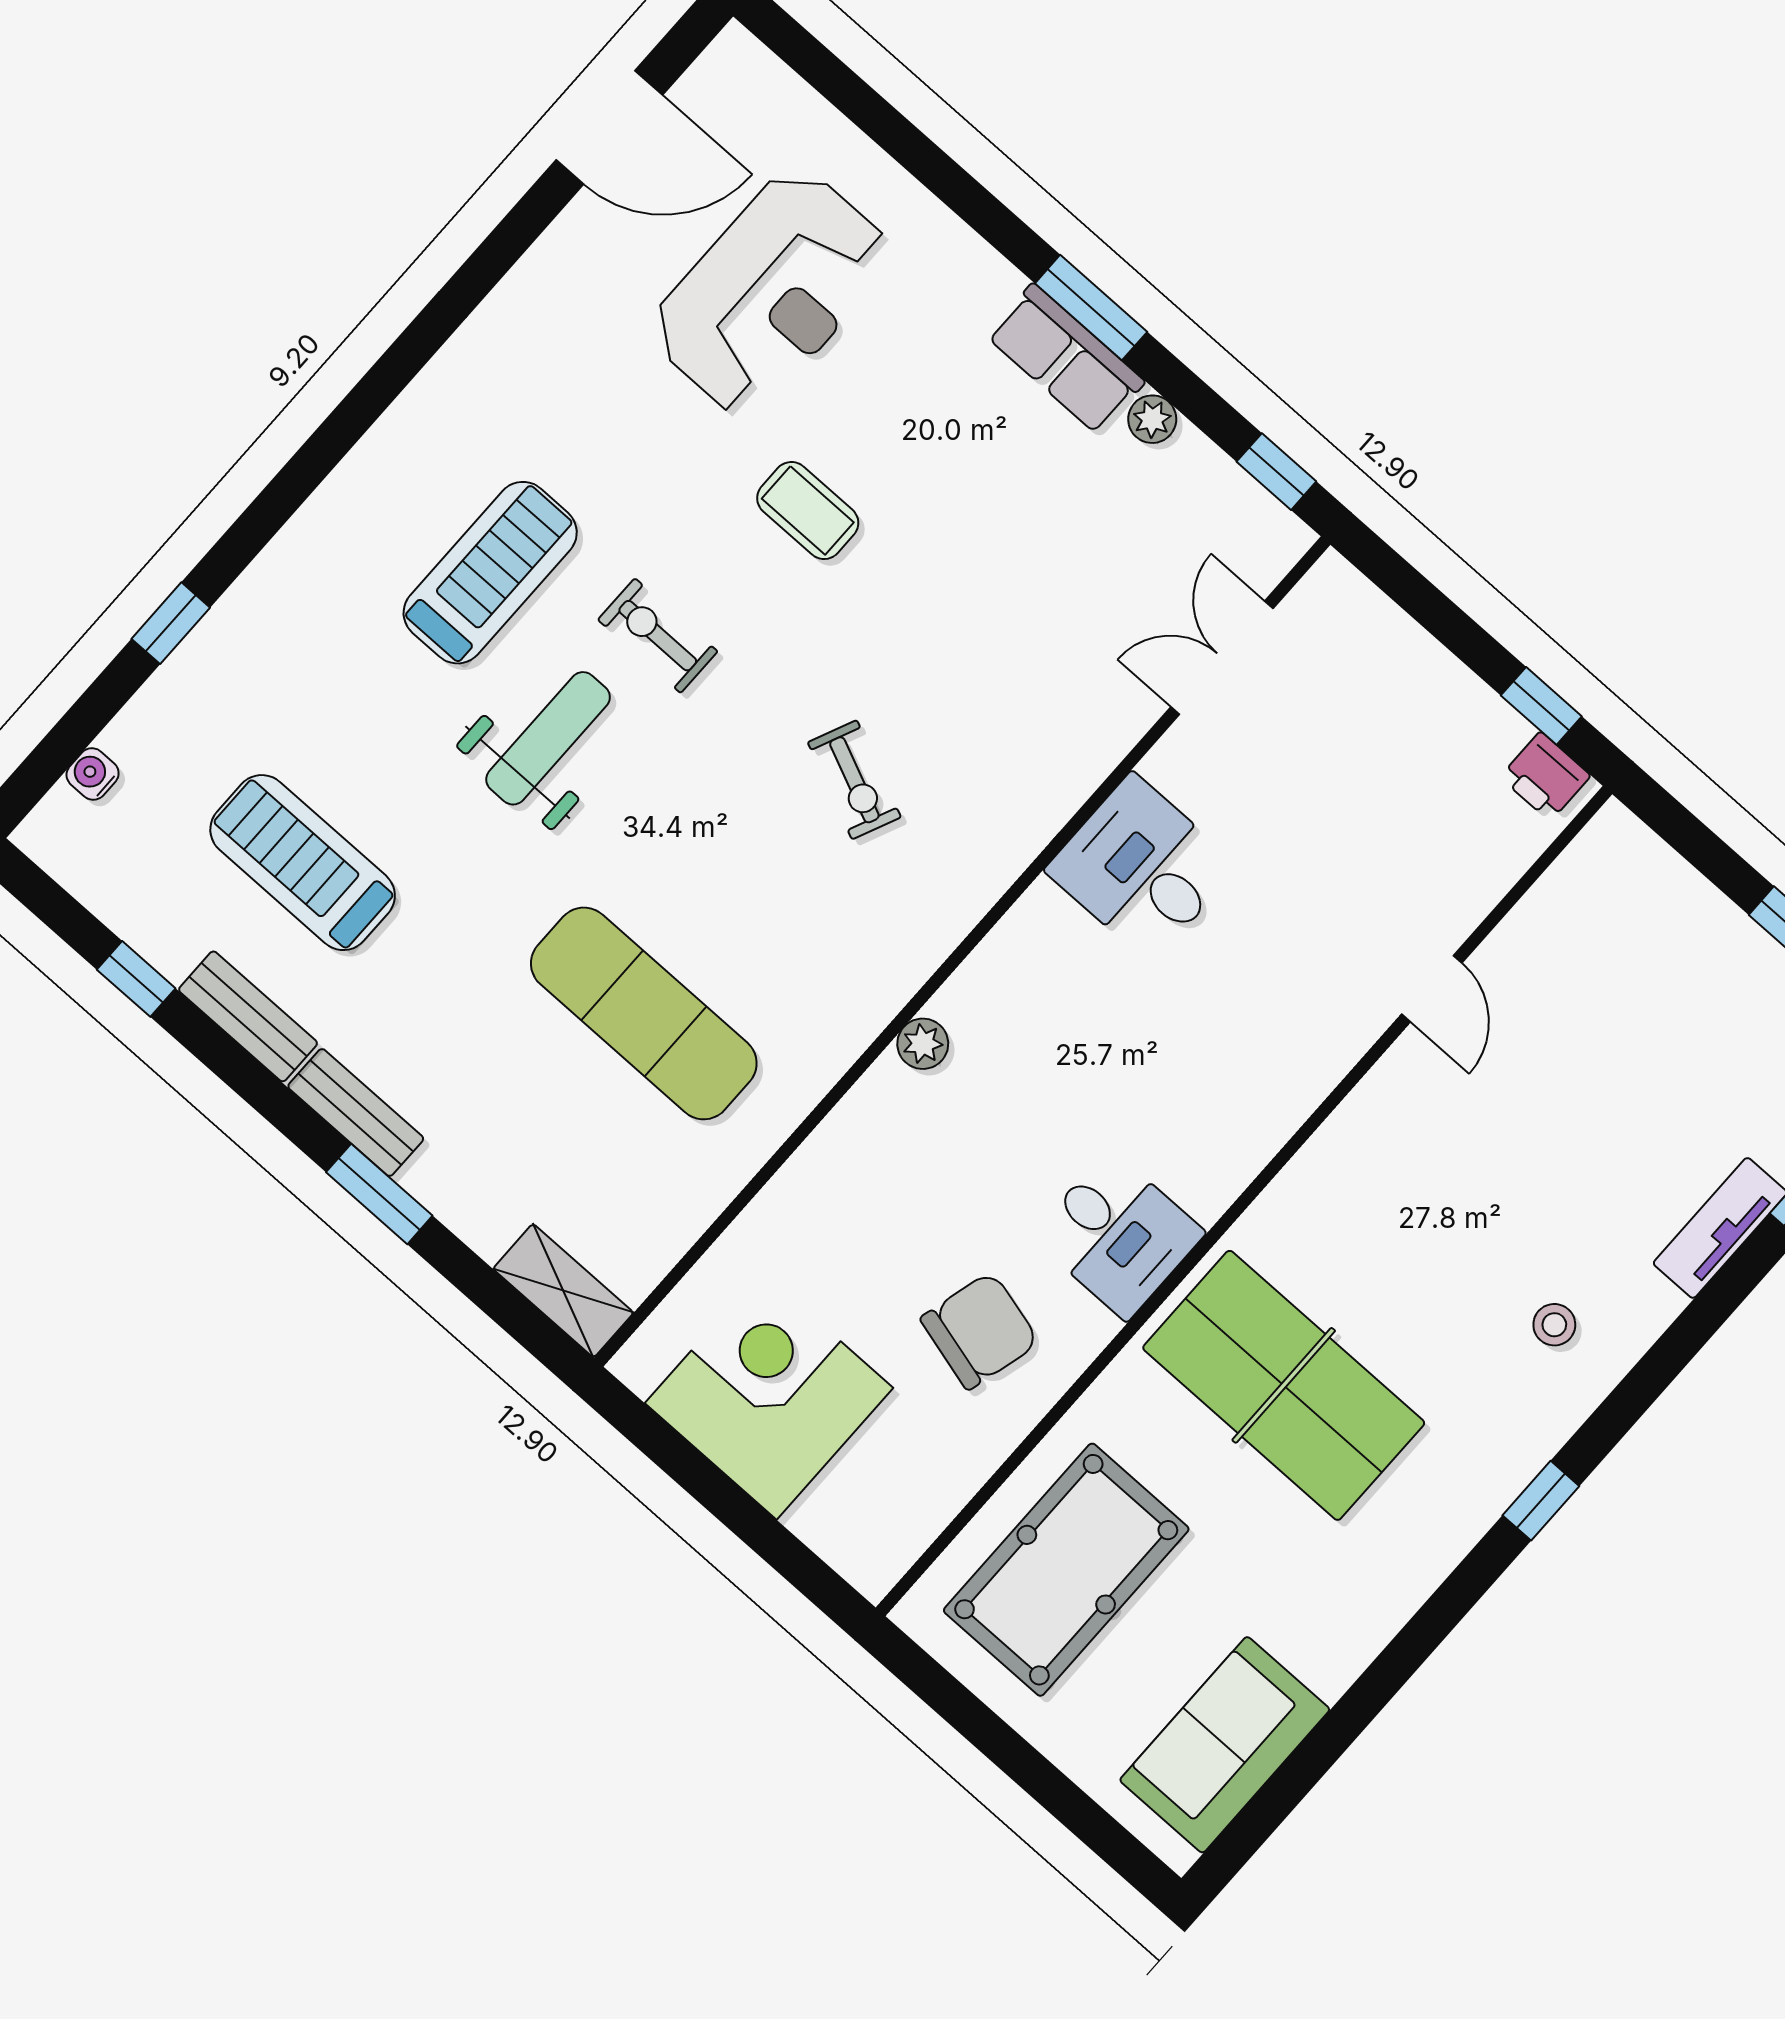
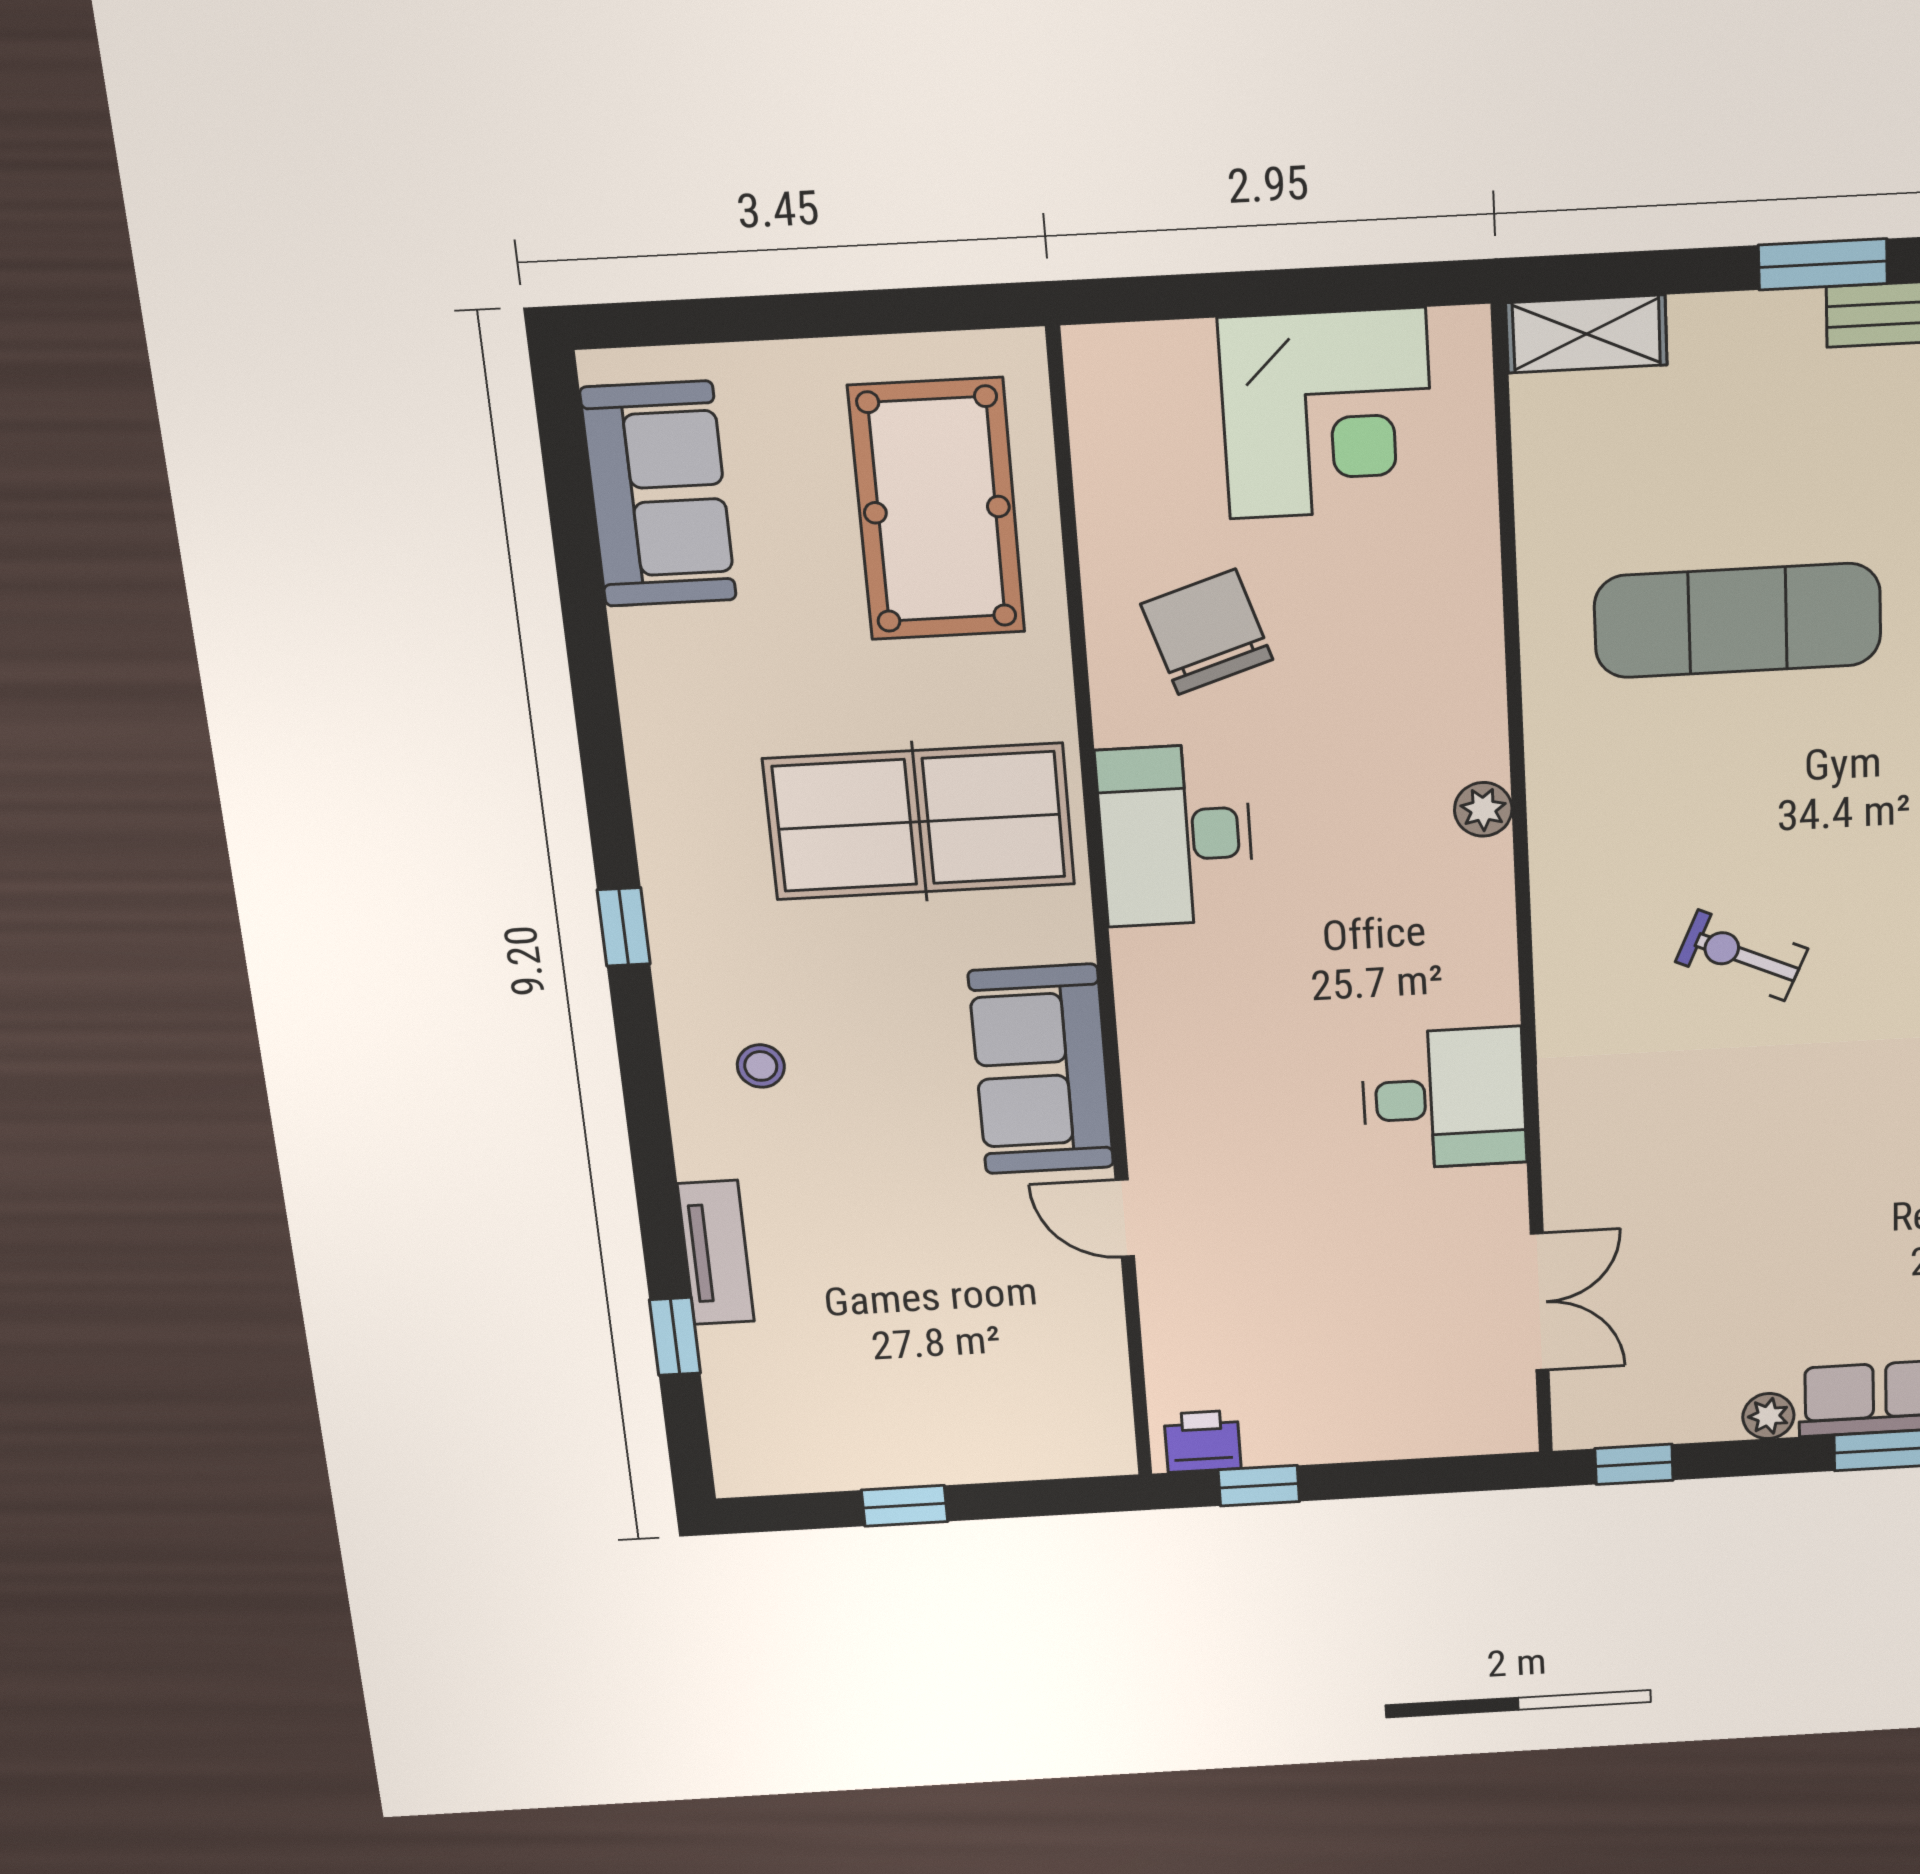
sofa: (1379, 1145) -> (1041, 1069), added
desk: (1118, 1235) -> (1176, 835), width x1.37
chair: (980, 1331) -> (1207, 632), turned 147

